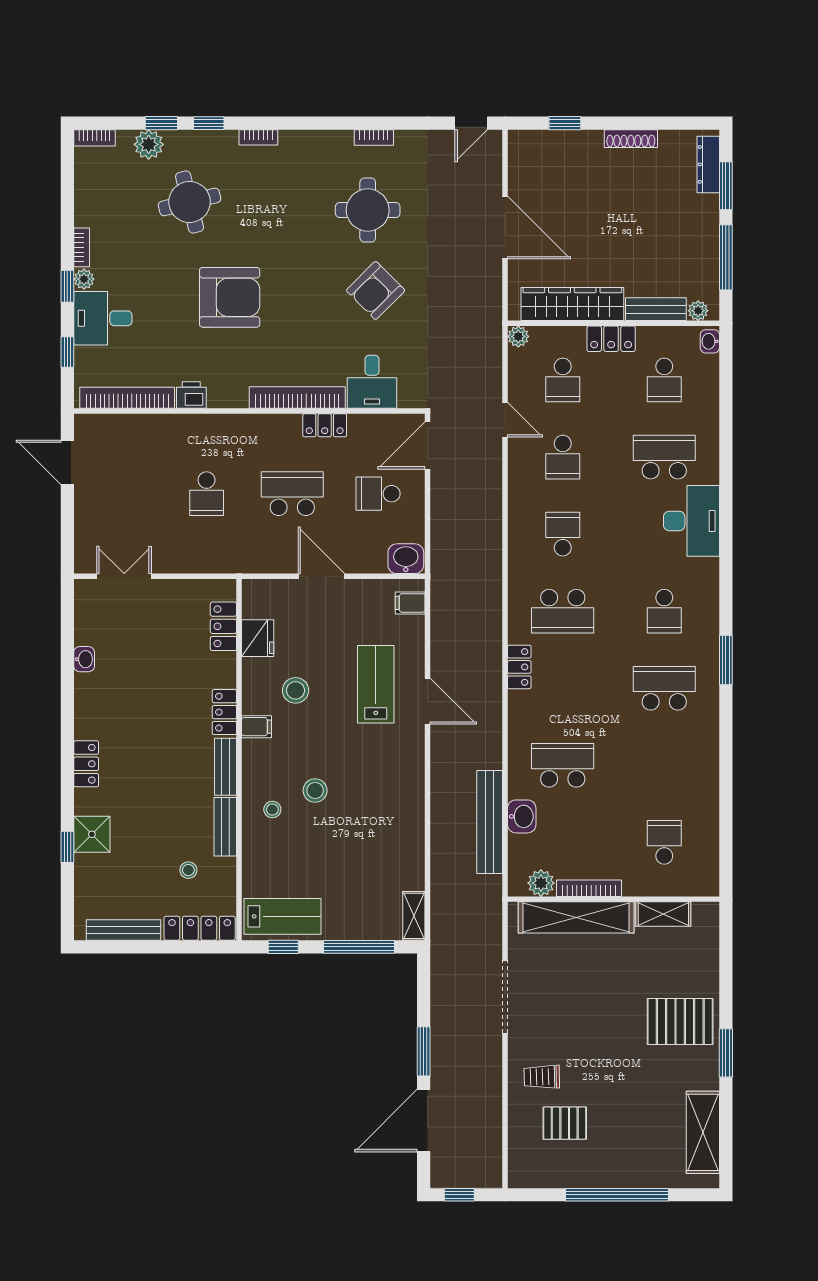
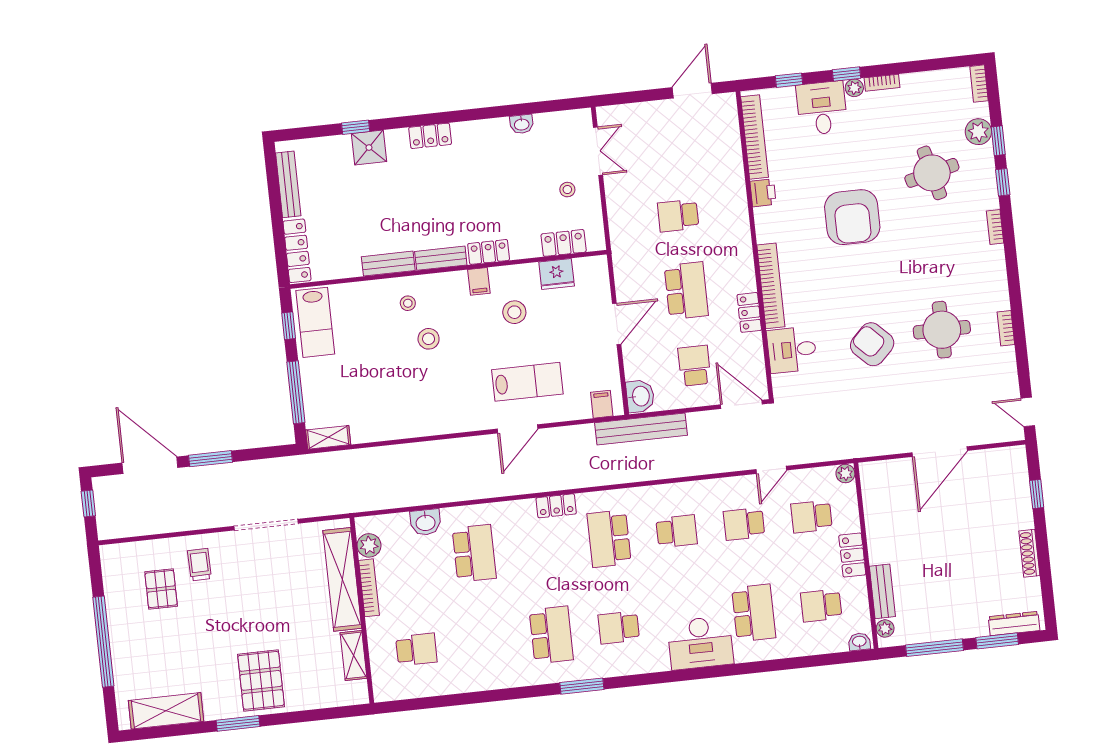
wardrobe: (572, 304) -> (879, 518), removed
bench: (490, 822) -> (641, 429), moved
stool: (188, 870) -> (567, 190), moved

